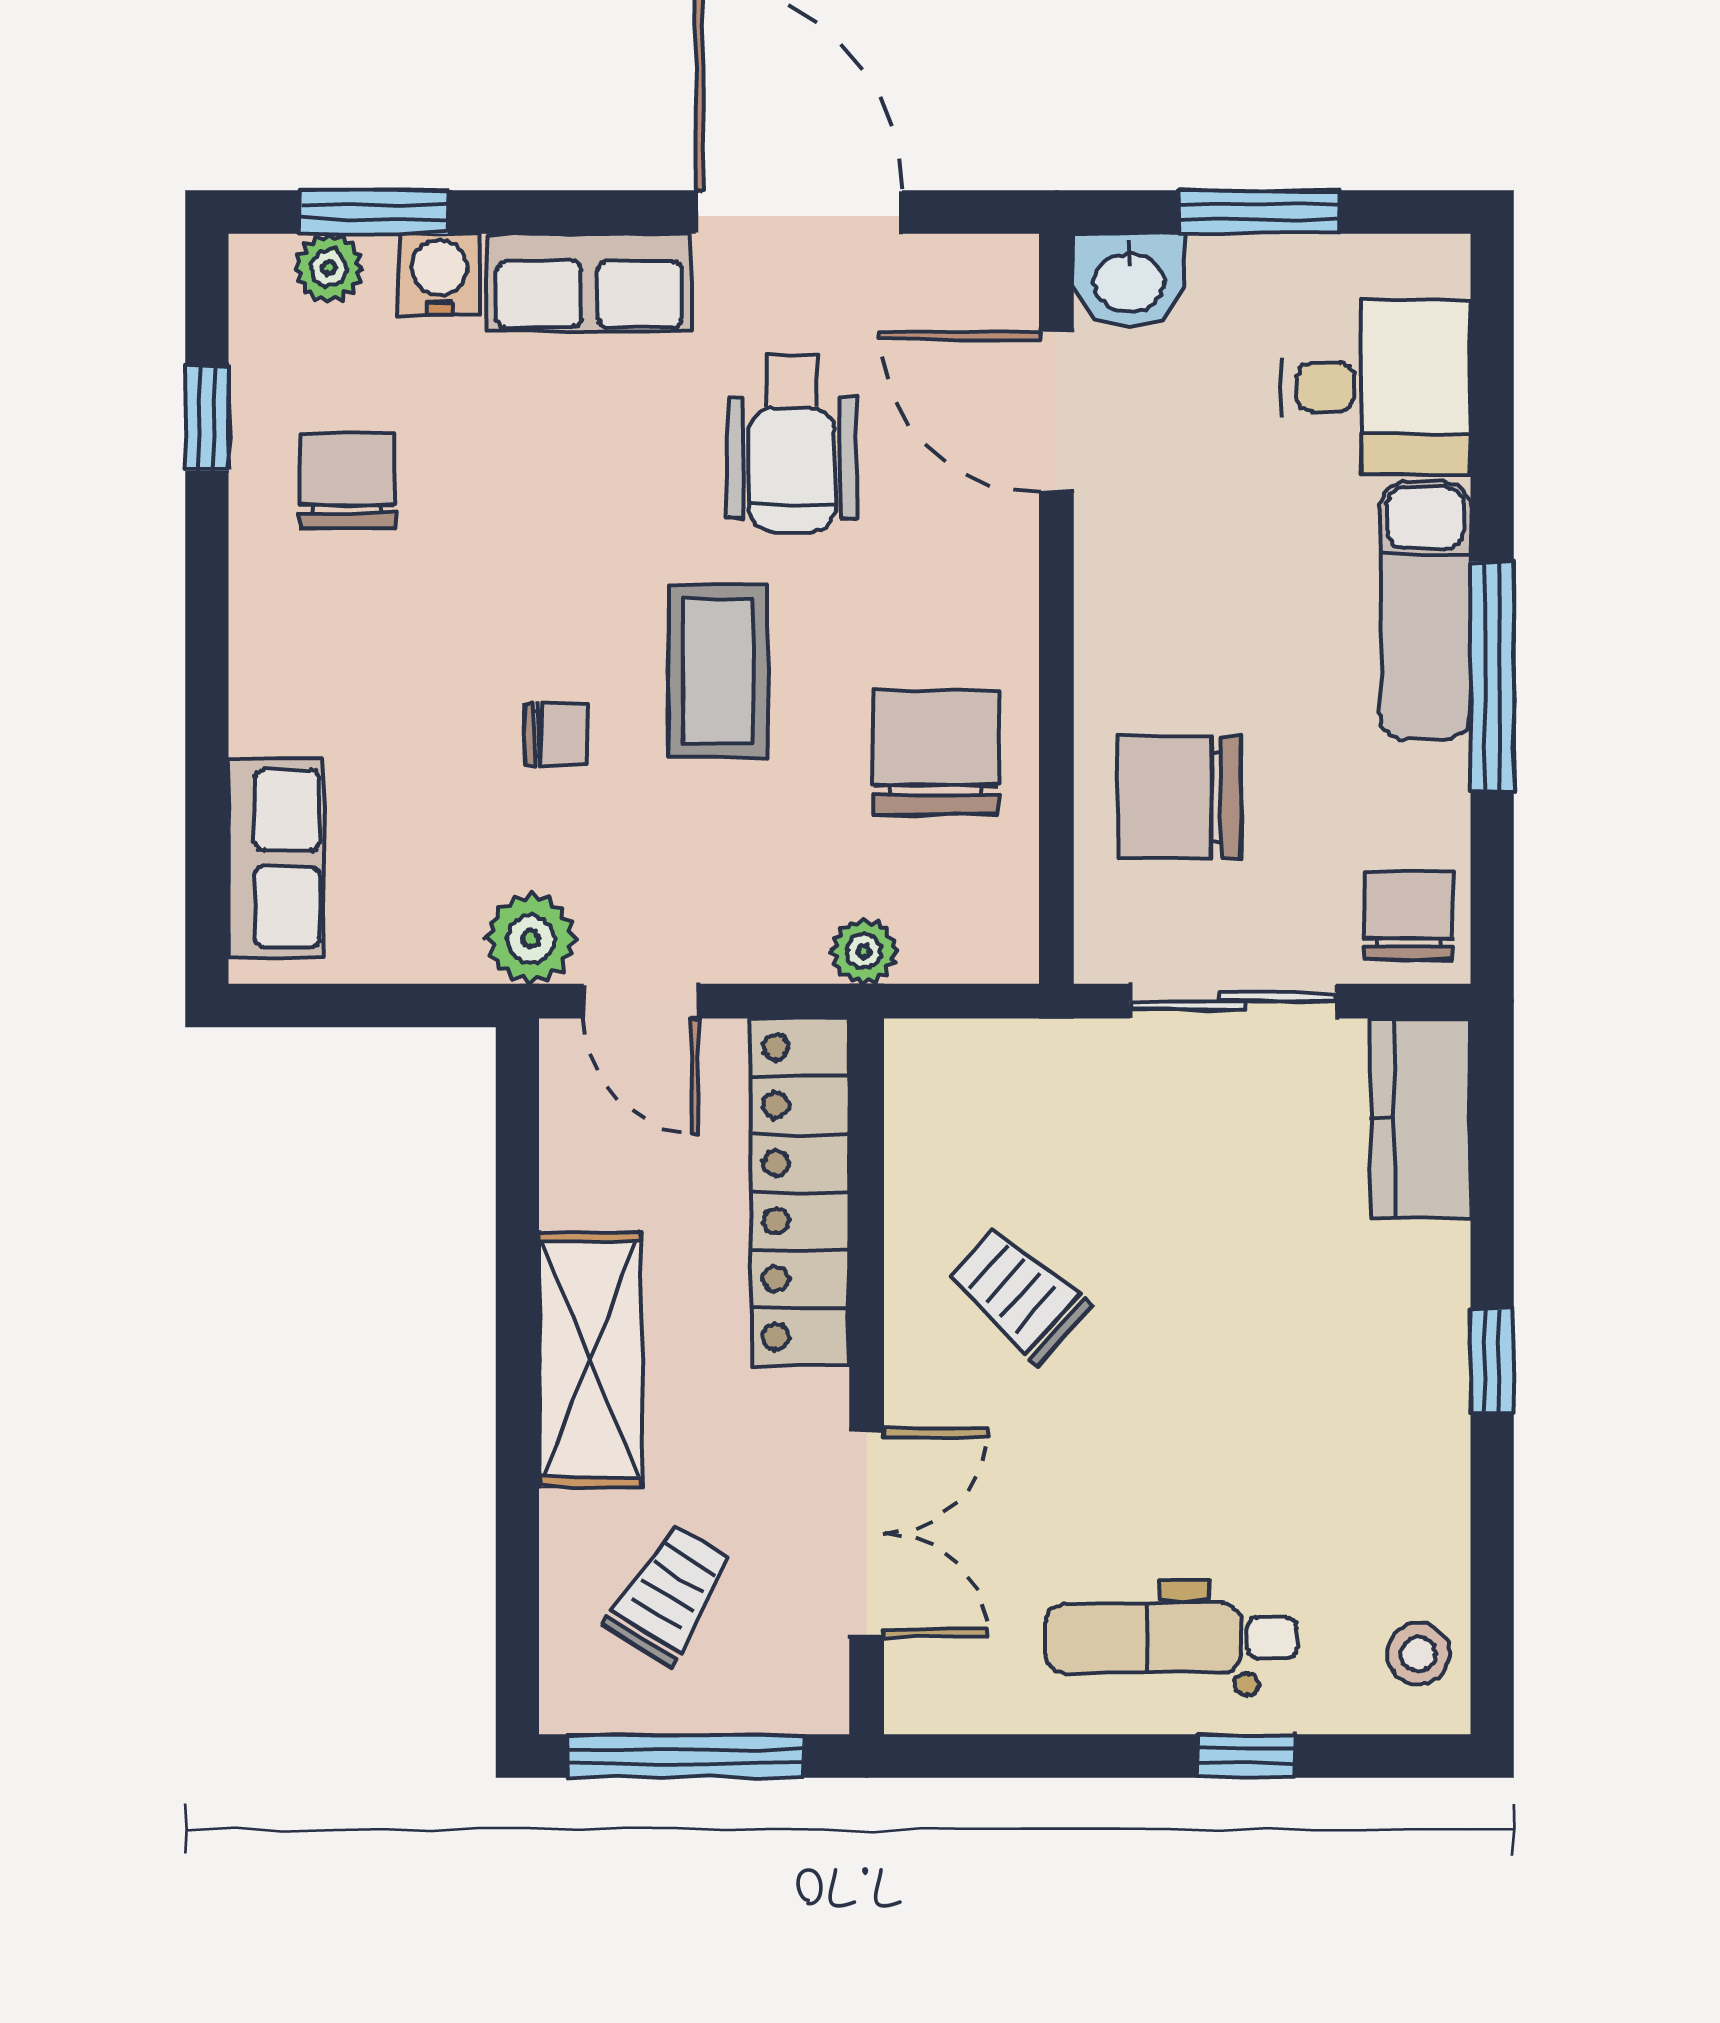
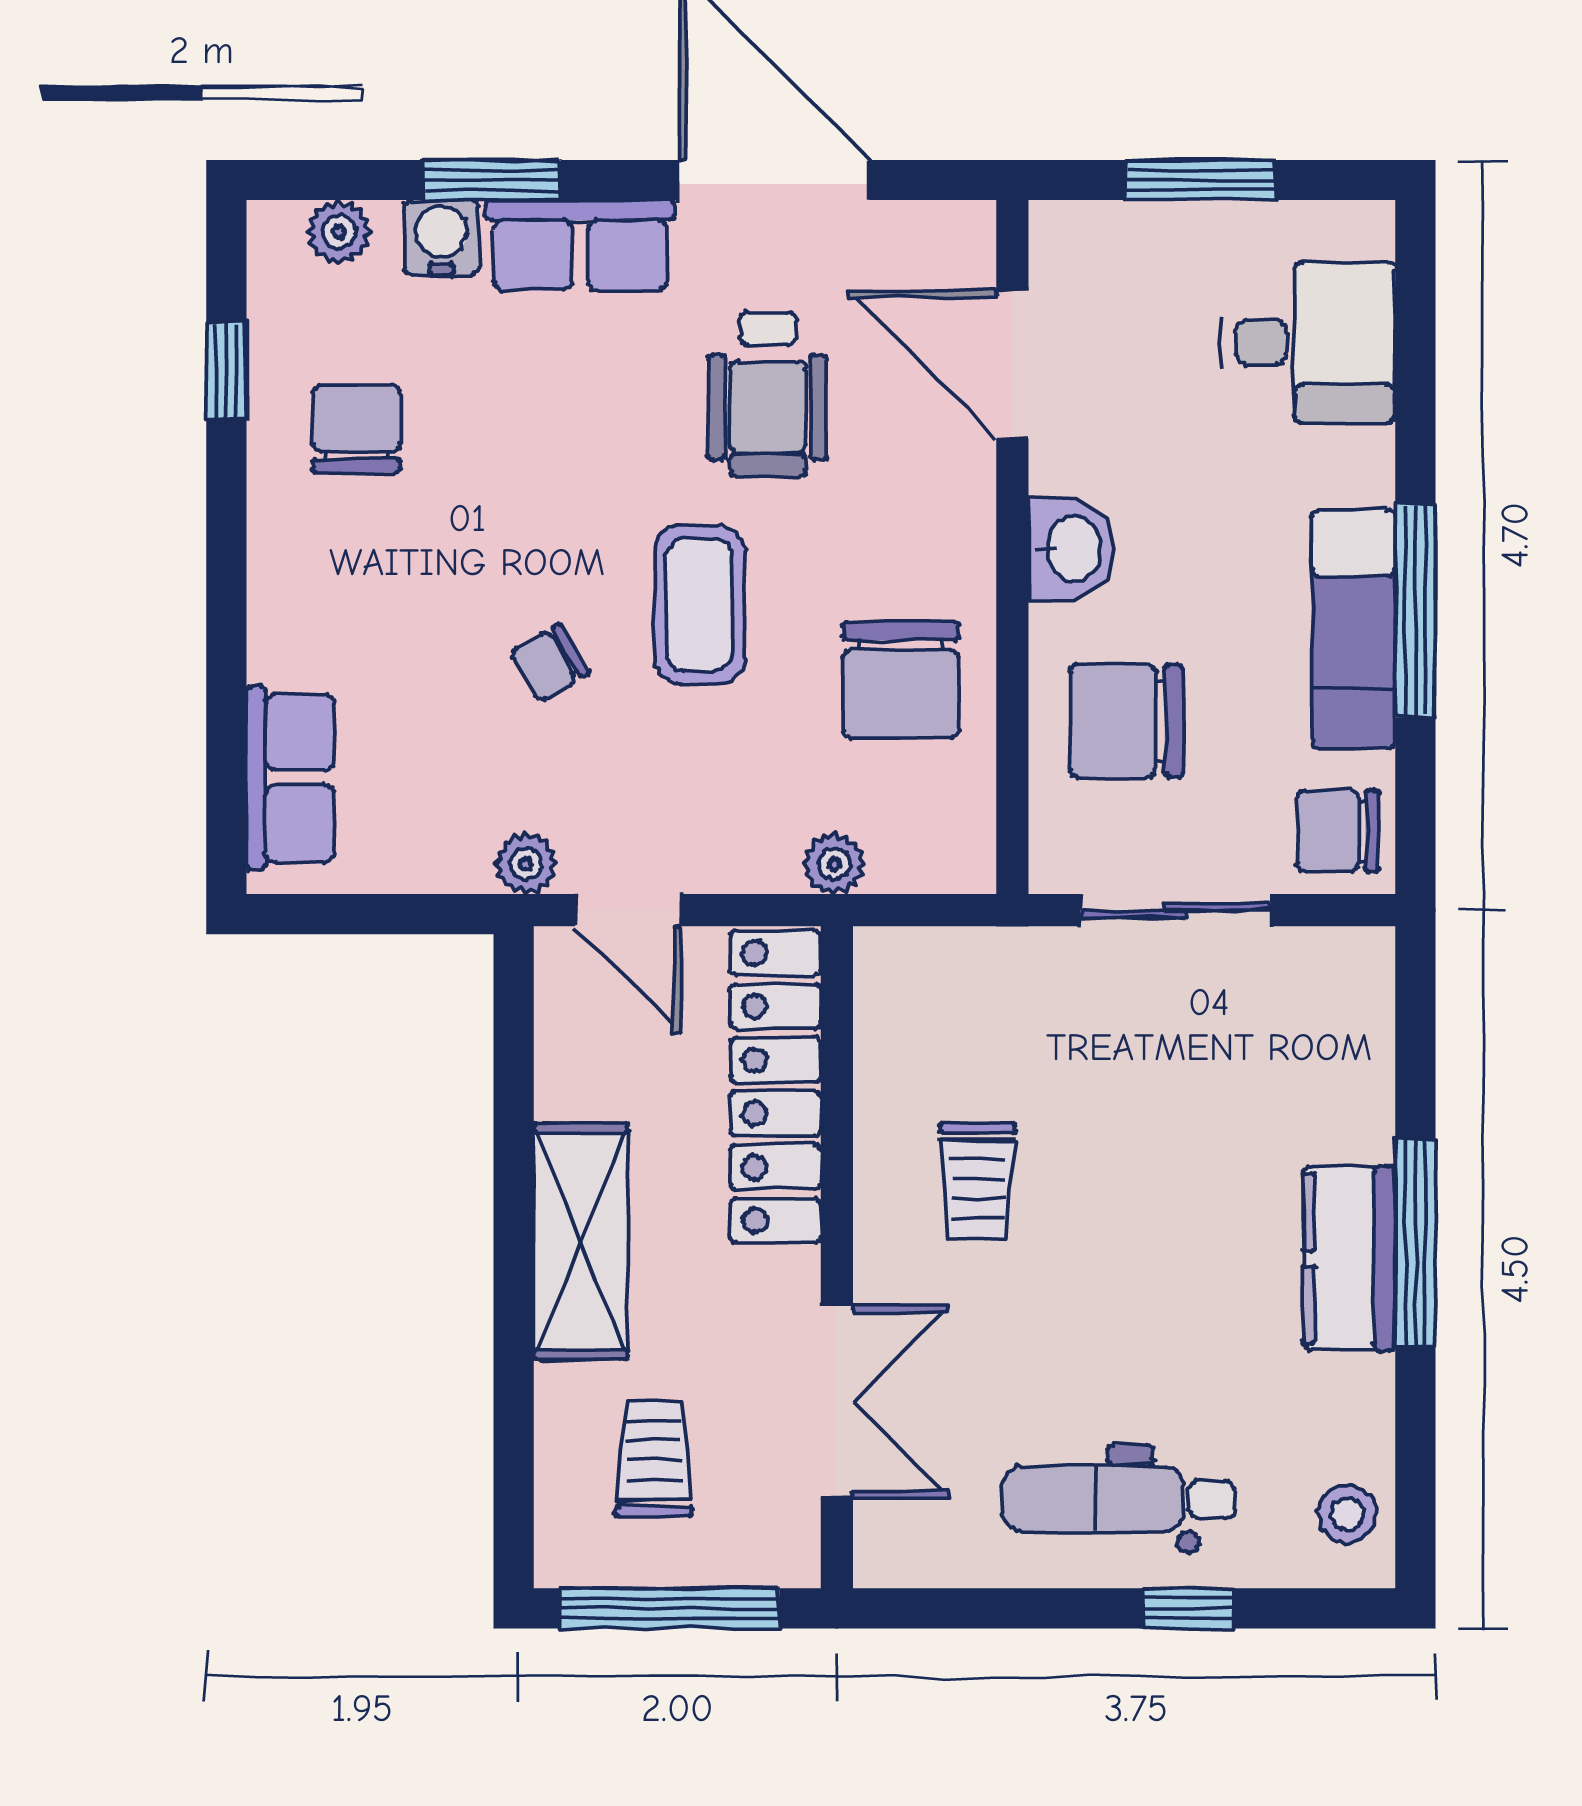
window: (374, 212) -> (492, 180), moved
washbasin: (1129, 280) -> (1072, 549), moved, turned -90
exam couch: (1425, 611) -> (1354, 629), moved
chair: (556, 734) -> (550, 663), turned 150
chair: (936, 752) -> (901, 680), turned 180
chair: (1408, 915) -> (1338, 831), turned -90
plant: (531, 939) -> (526, 864), width x0.73, depth x0.73
kitchen counter: (1421, 1118) -> (1349, 1258), moved
trolley: (1019, 1294) -> (977, 1181), turned -132
window: (1492, 1361) -> (1415, 1243), width x2.17
trolley: (669, 1594) -> (654, 1458), turned -32

